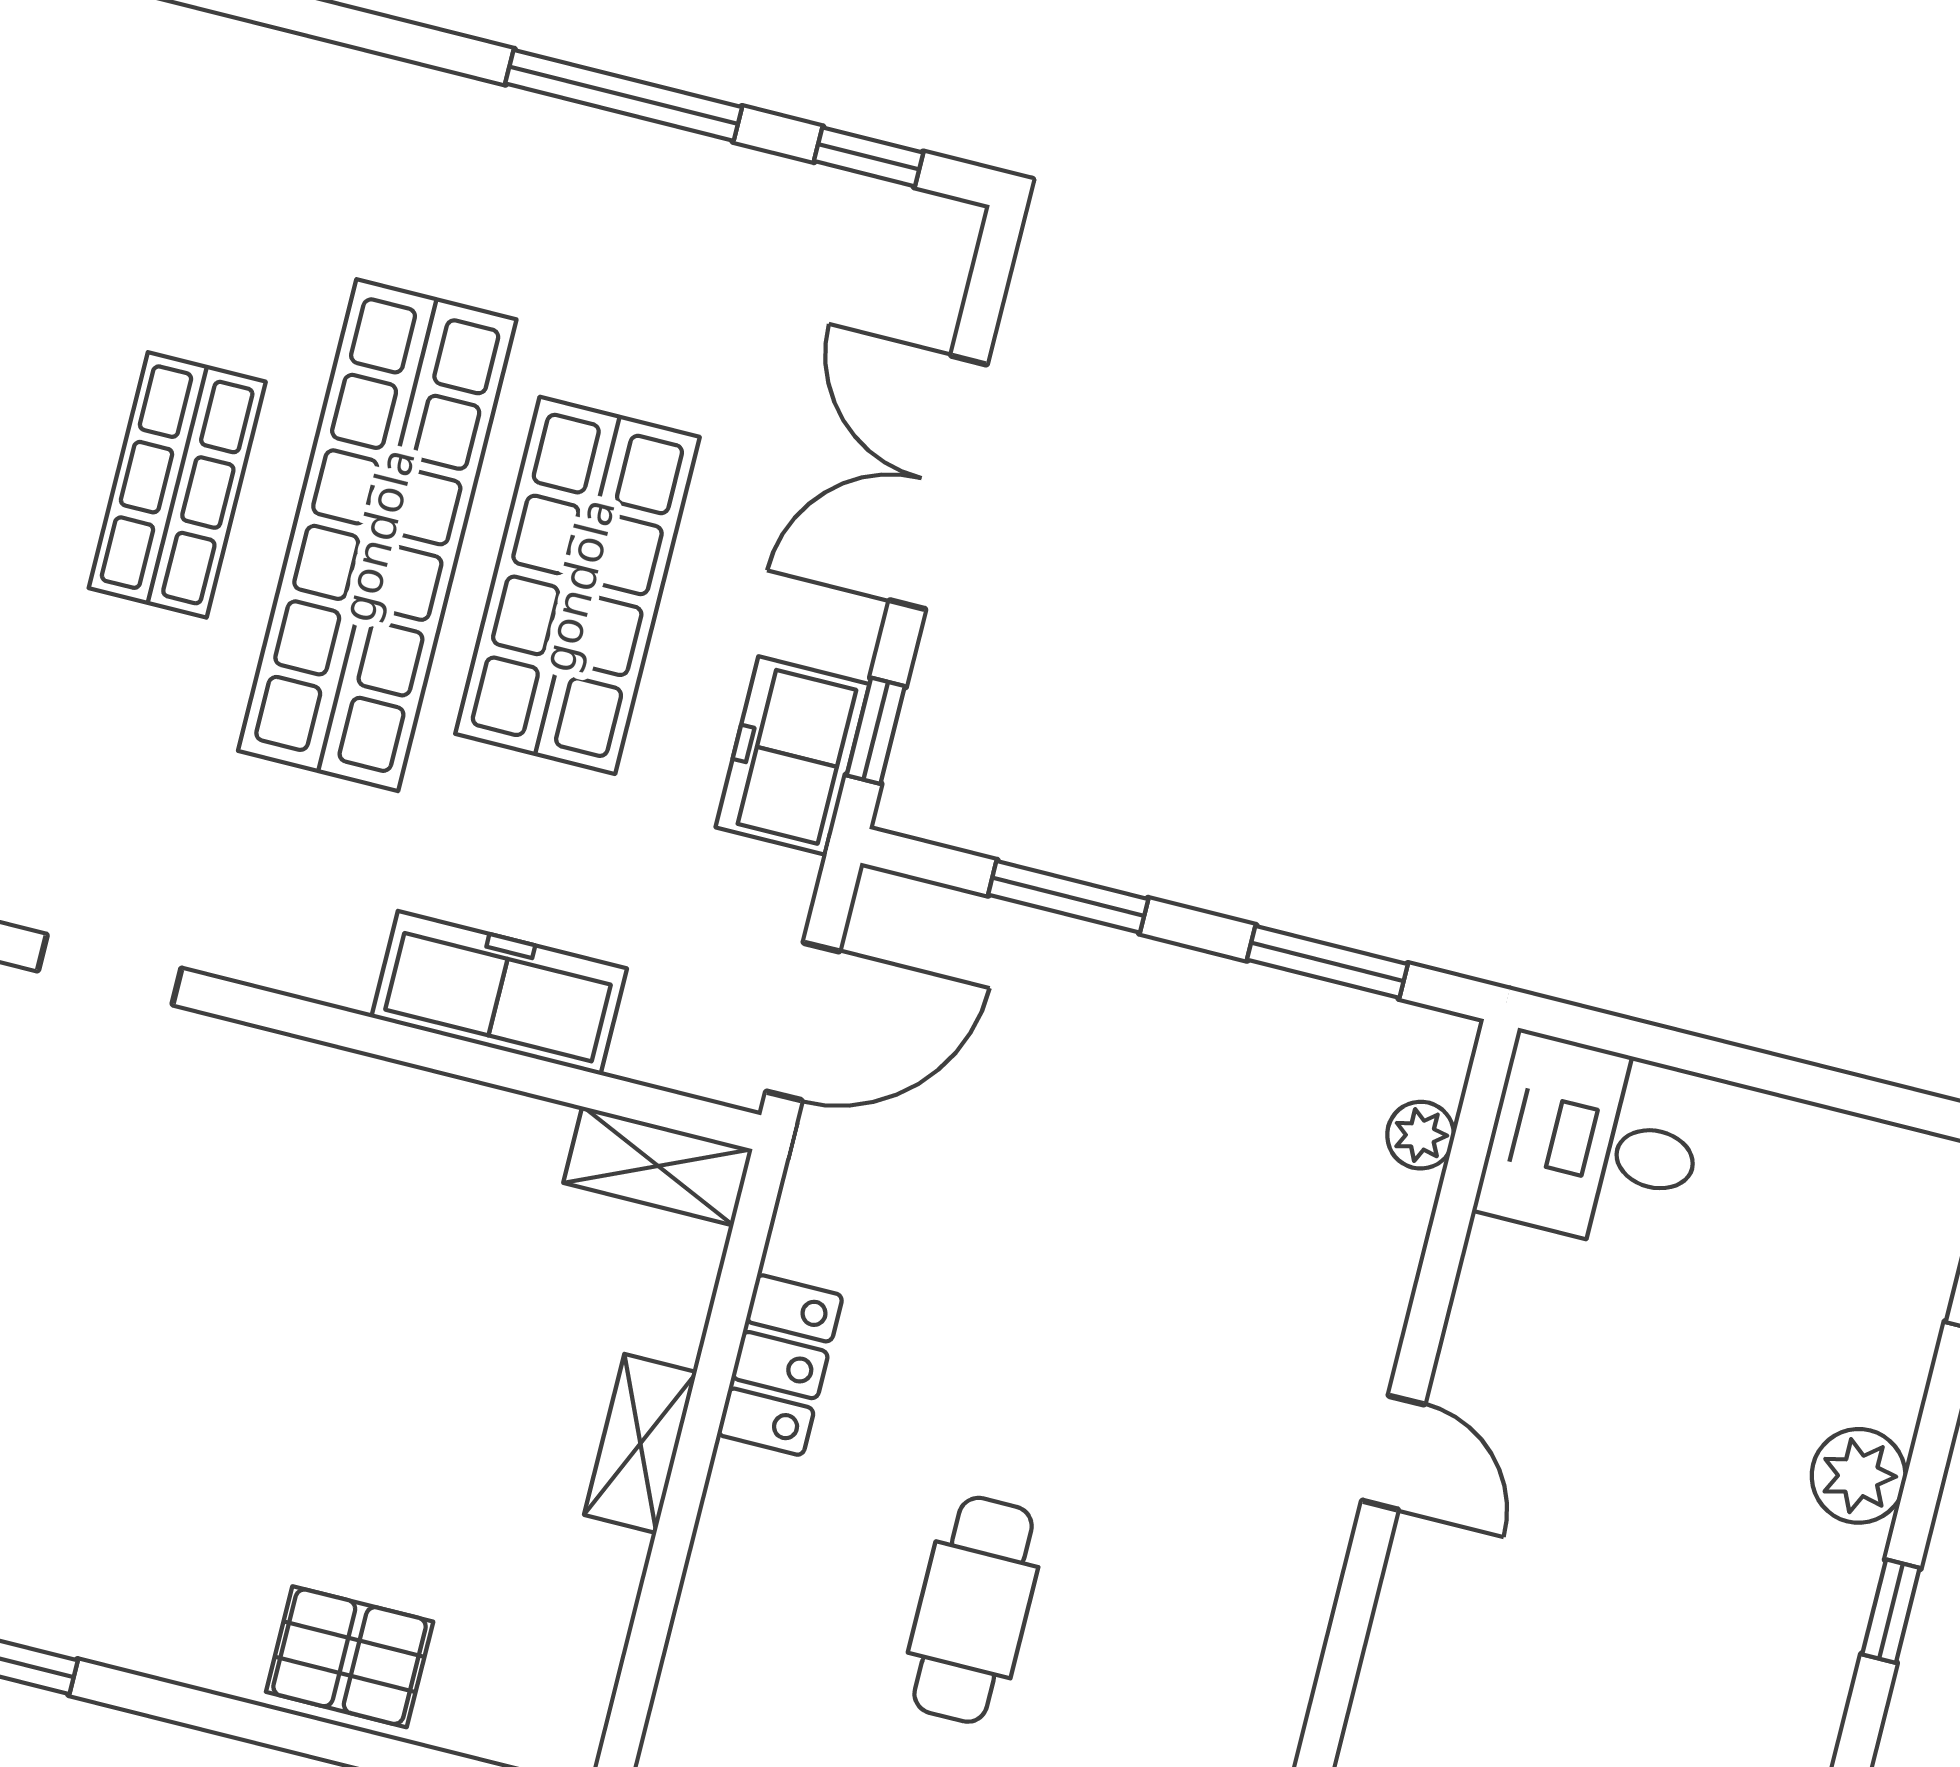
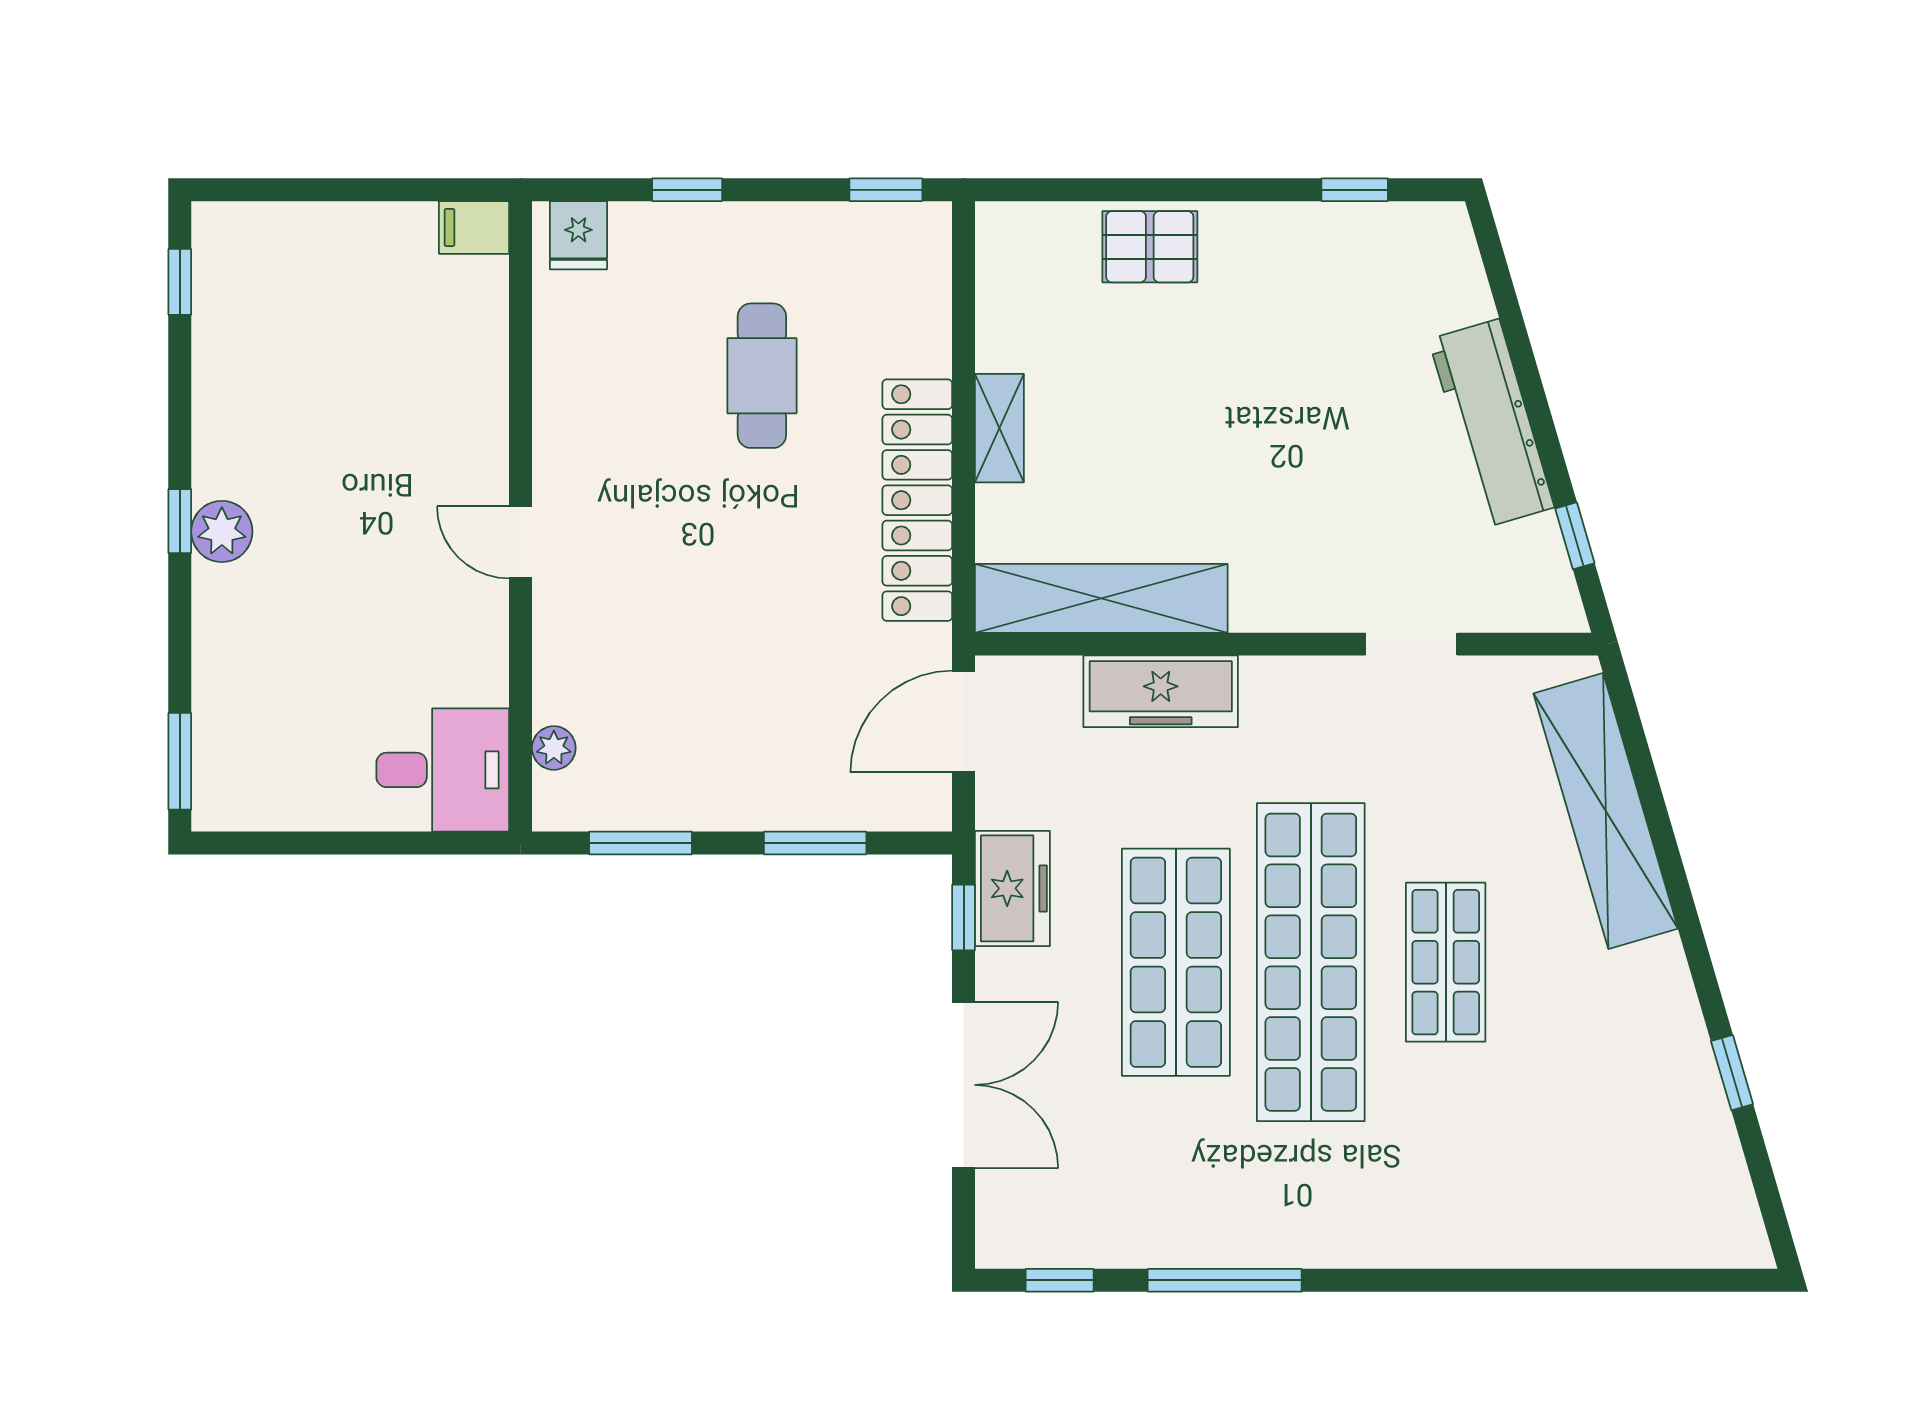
shelving: (658, 1166) -> (1101, 598), width x2.20, depth x1.33
locker: (780, 1365) -> (917, 500), width x2.16, depth x1.21
plant: (1859, 1476) -> (222, 531), moved

